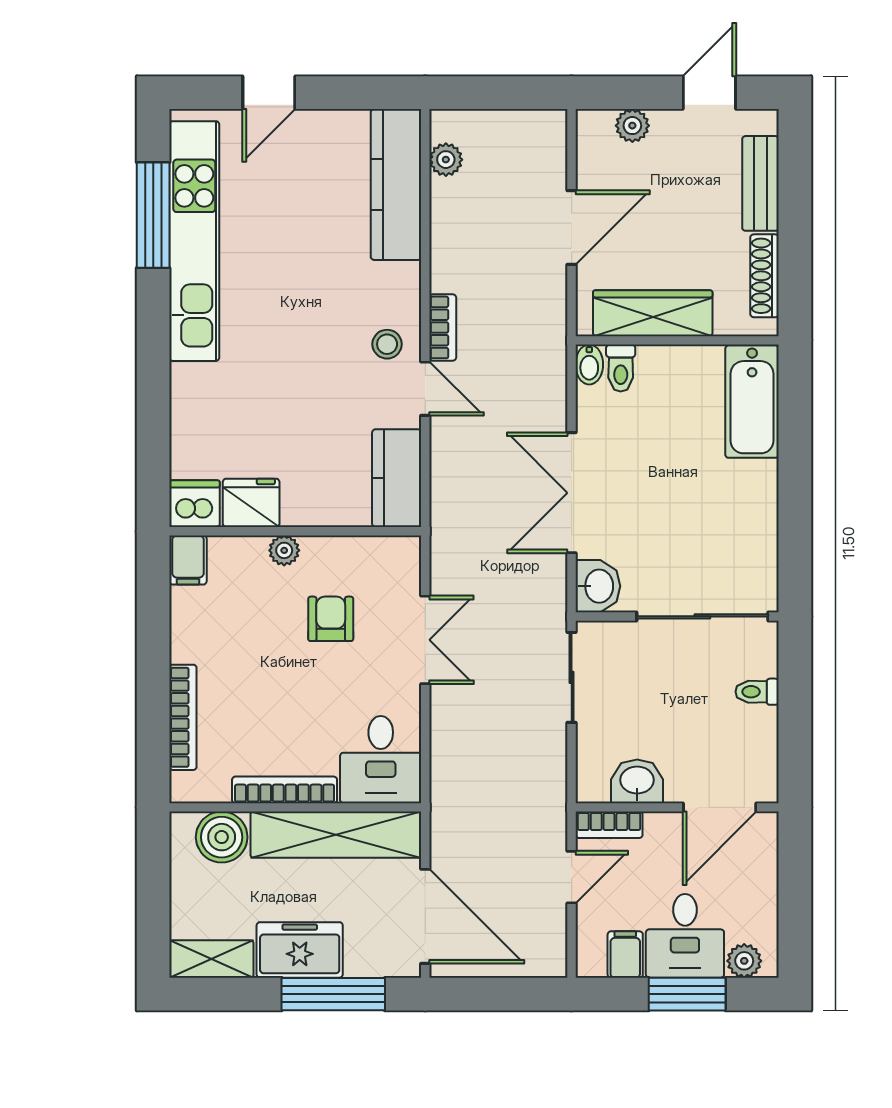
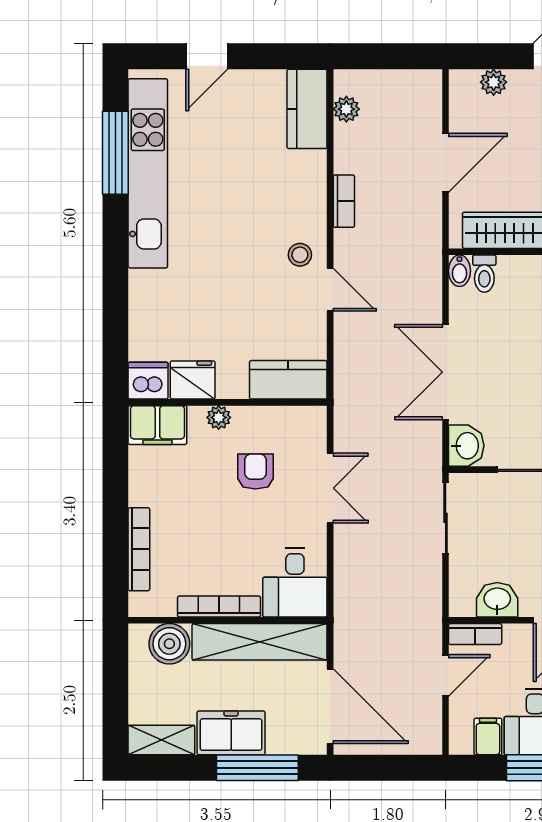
kitchen counter: (396, 184) -> (307, 109), width x0.67
bookcase: (443, 327) -> (344, 201), moved
kitchen counter: (397, 478) -> (288, 380), moved, turned 90
filing cabinet: (188, 560) -> (157, 425), width x2.00

